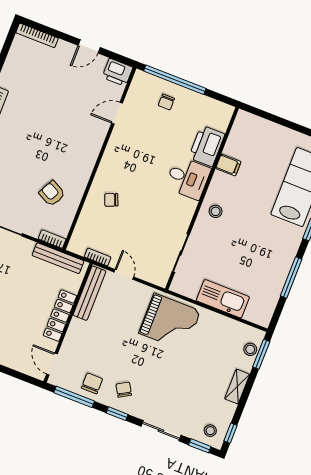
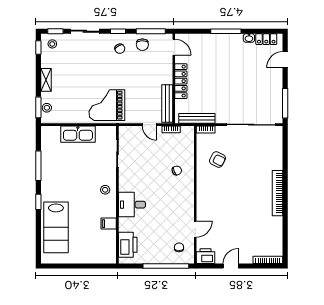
chair: (166, 102) -> (179, 247), moved
printer: (207, 146) -> (128, 245), moved

